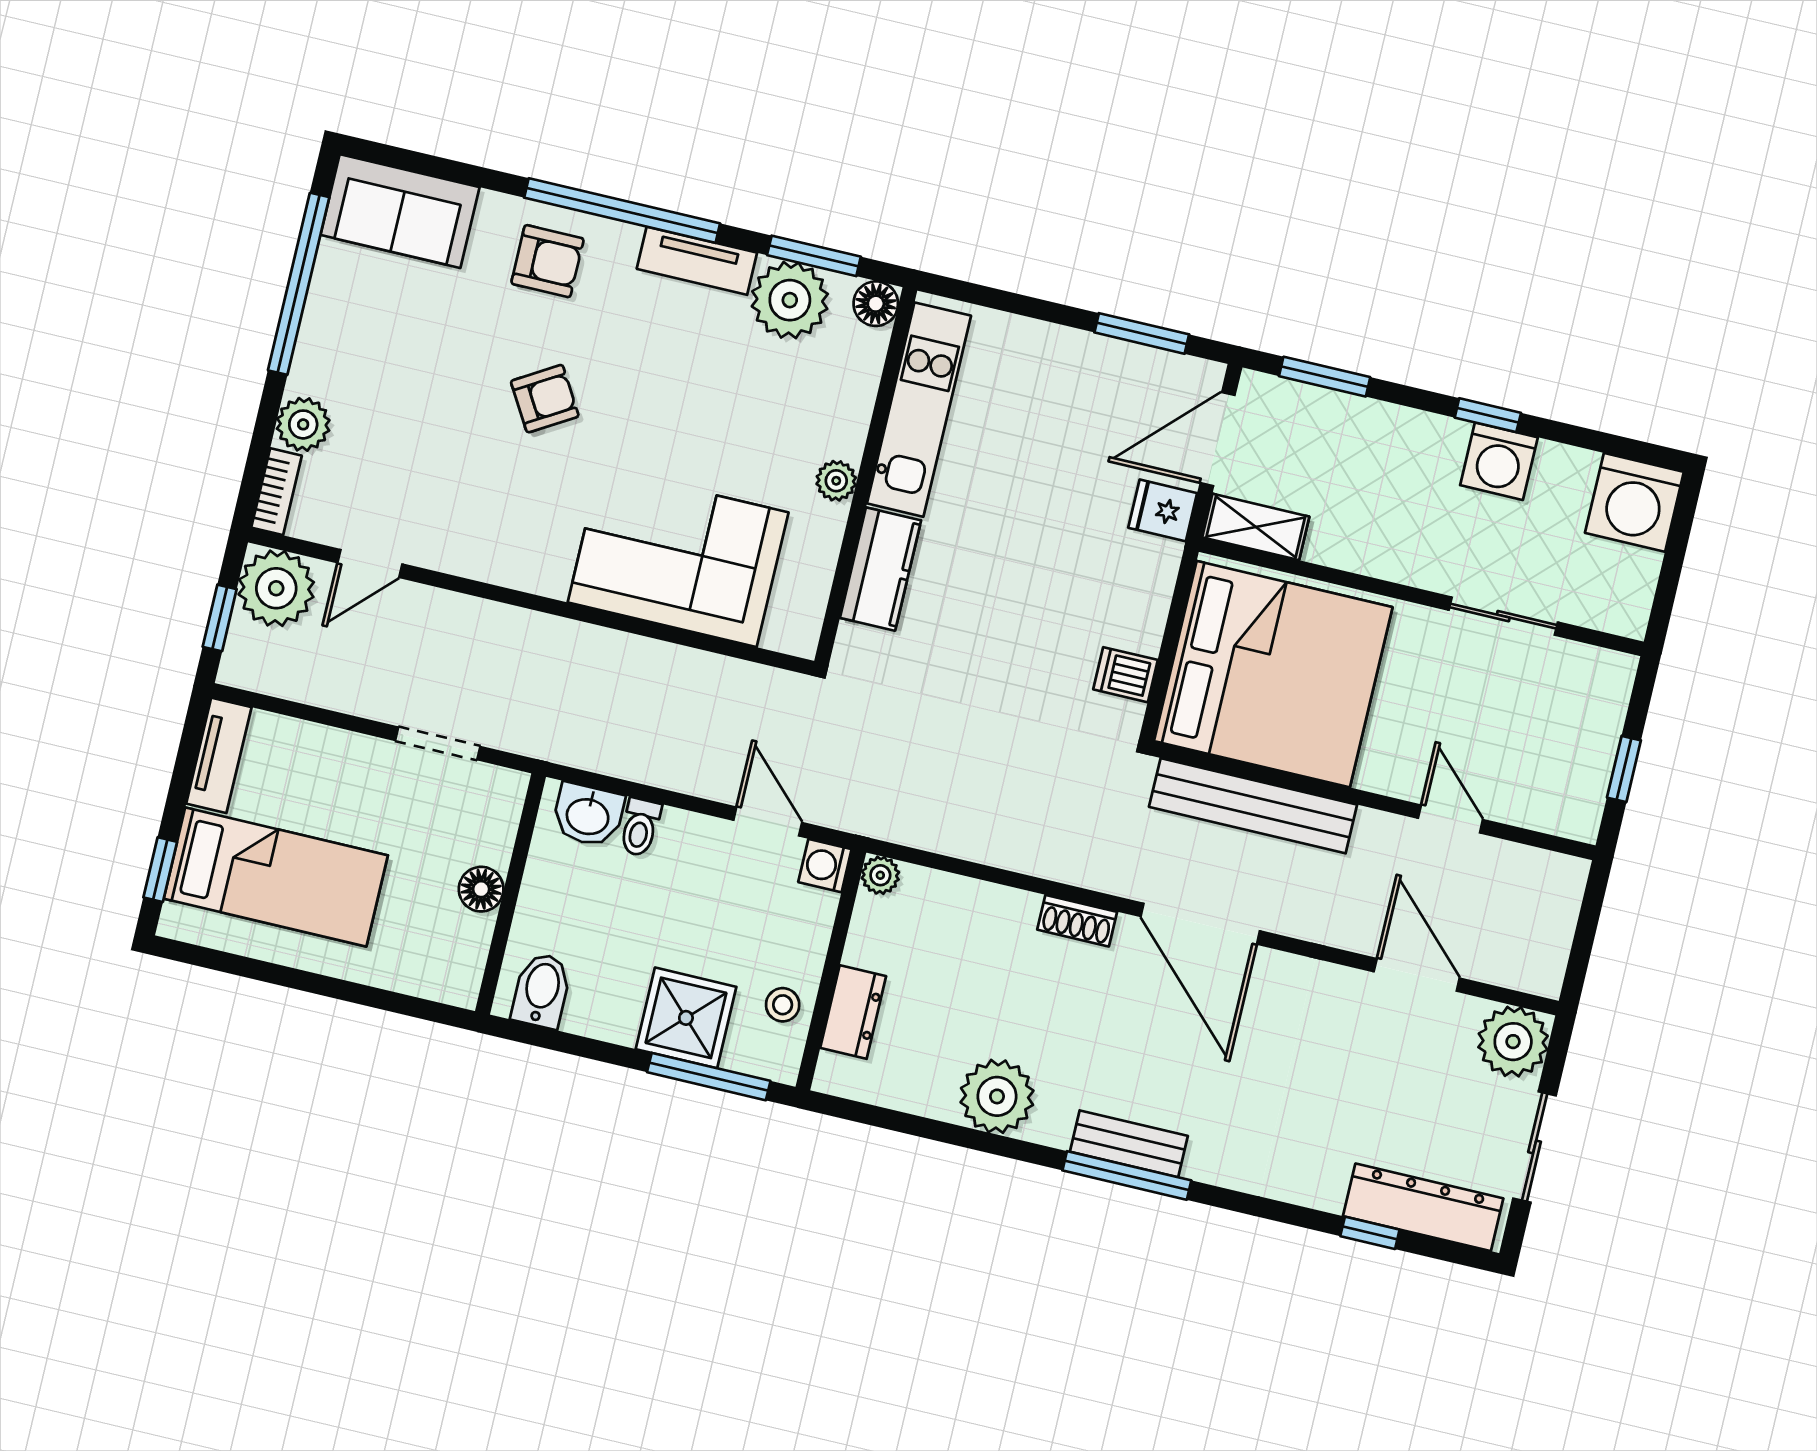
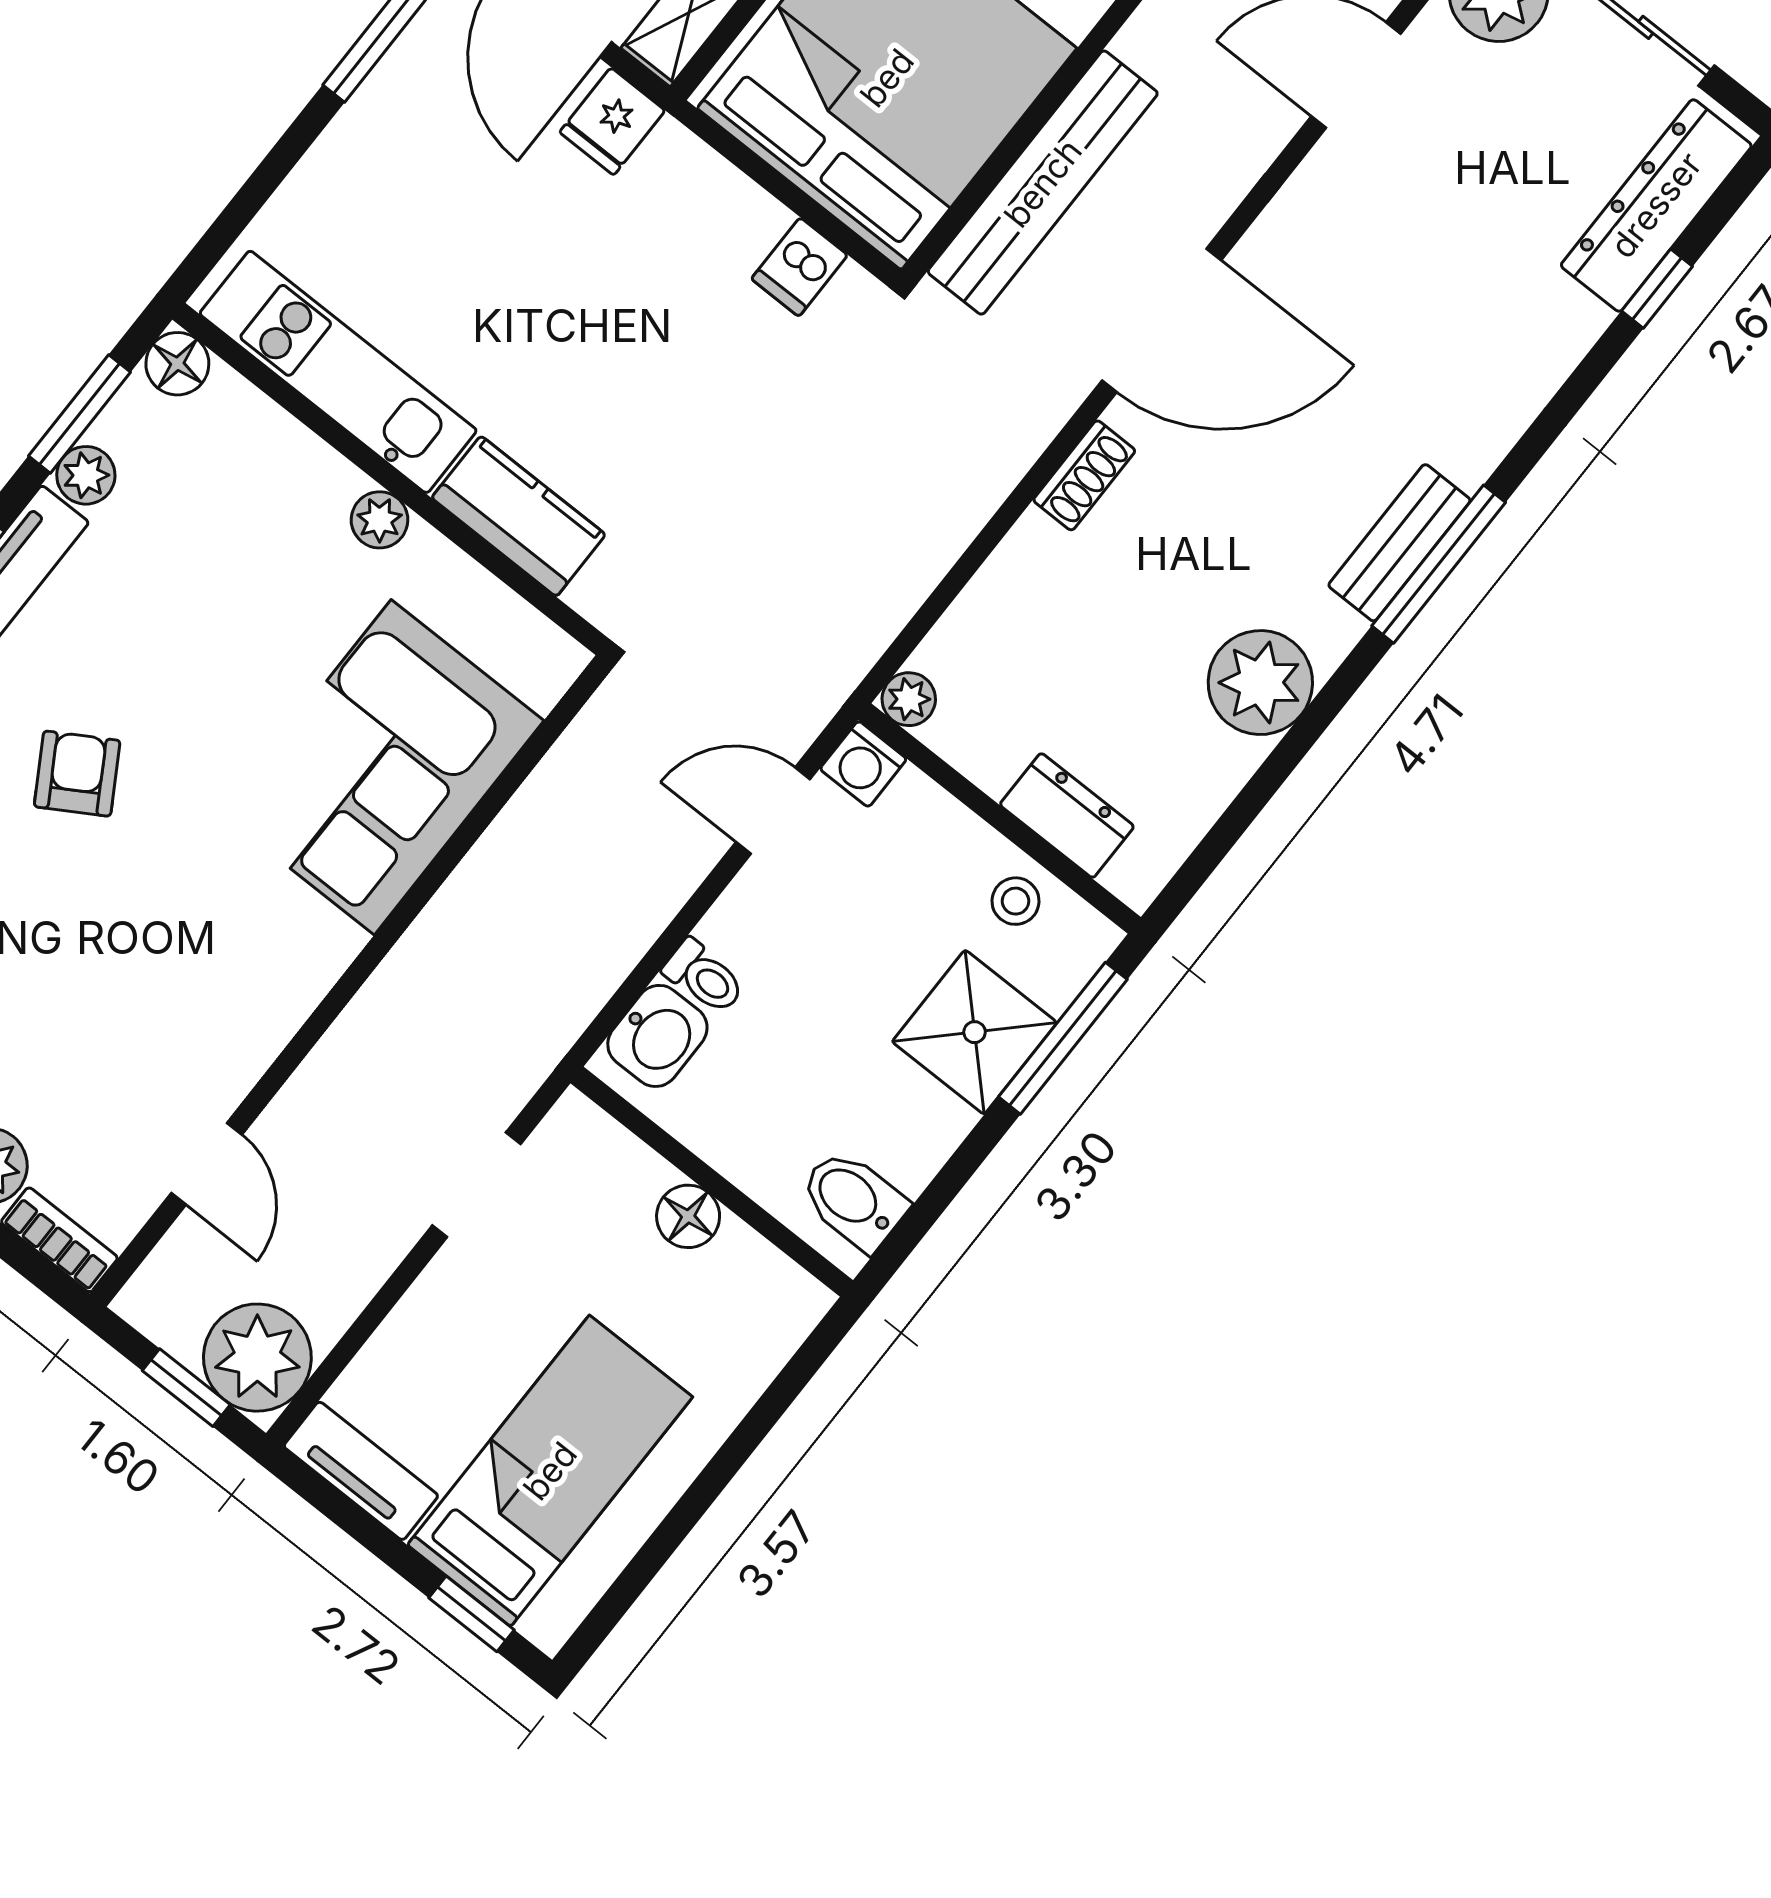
plant: (790, 300) -> (86, 475), width x0.53, depth x0.53
armchair: (545, 399) -> (77, 774), moved
plant: (276, 588) -> (257, 1358), moved

